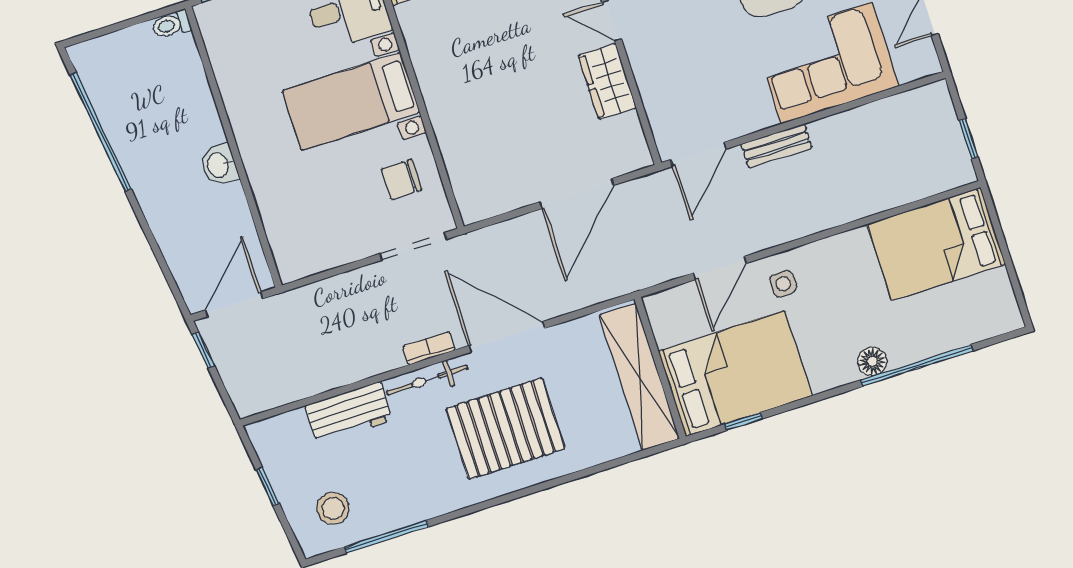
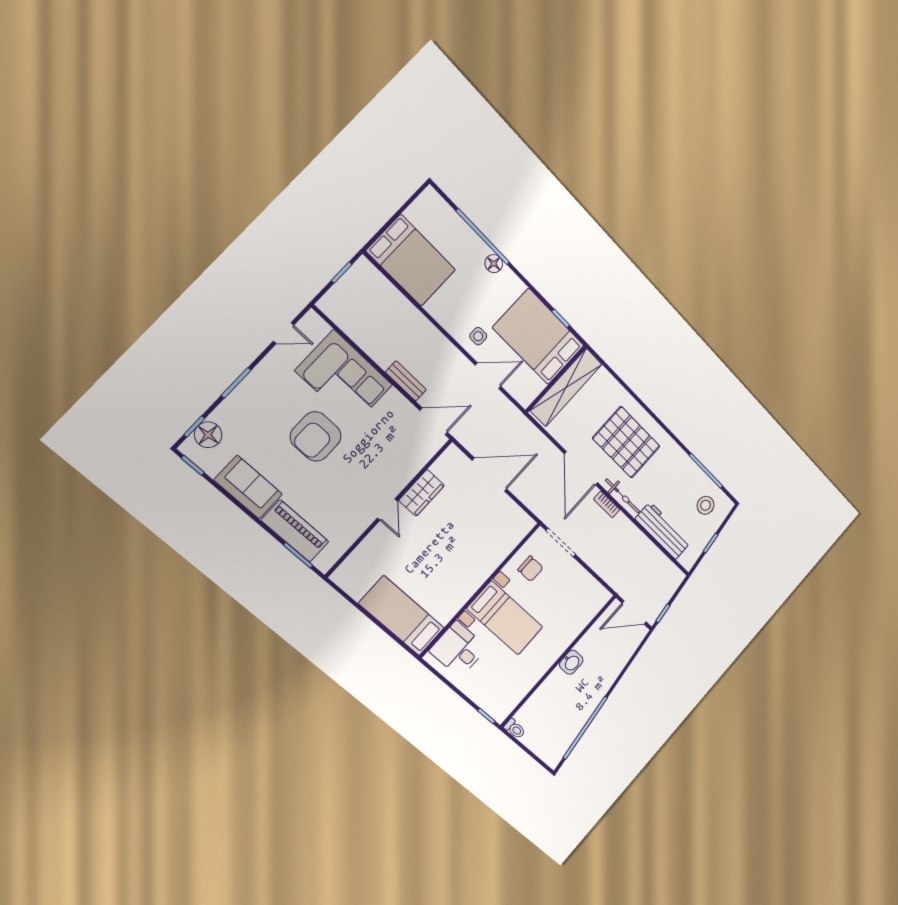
workbench: (349, 413) -> (663, 531), width x1.38

